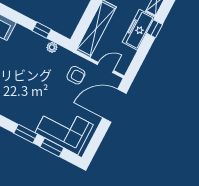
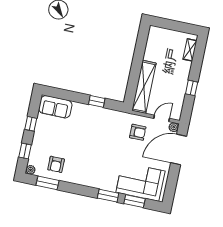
window: (154, 29) -> (192, 88), moved
freezer: (138, 30) -> (181, 77), removed
plant: (52, 47) -> (174, 127), moved

